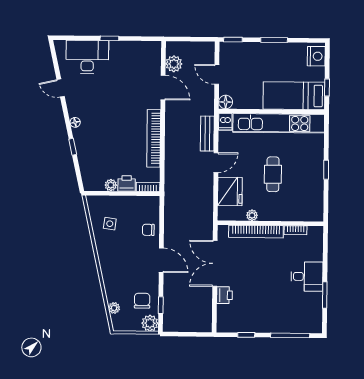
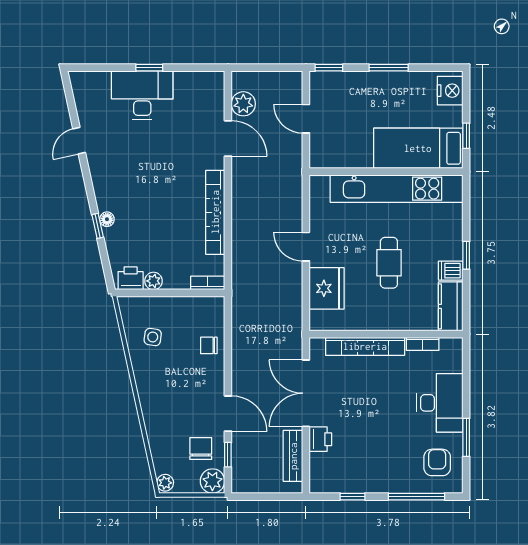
desk: (87, 57) -> (142, 95), moved
door: (61, 88) -> (79, 141), hinge flipped
floor lamp: (226, 102) -> (319, 158), removed
floor lamp: (75, 122) -> (107, 219), moved
dishwasher: (225, 122) -> (451, 271), moved, turned 90
bench: (207, 134) -> (293, 456), moved
door: (216, 163) -> (306, 247), swing flipped
printer: (127, 183) -> (131, 278), moved
kitchen counter: (315, 205) -> (451, 306), added
plant: (252, 215) -> (359, 323), removed
door: (161, 260) -> (228, 414), moved
desk: (307, 276) -> (440, 403), width x1.37
plant: (114, 308) -> (165, 483), moved
armchair: (305, 312) -> (437, 462), added

